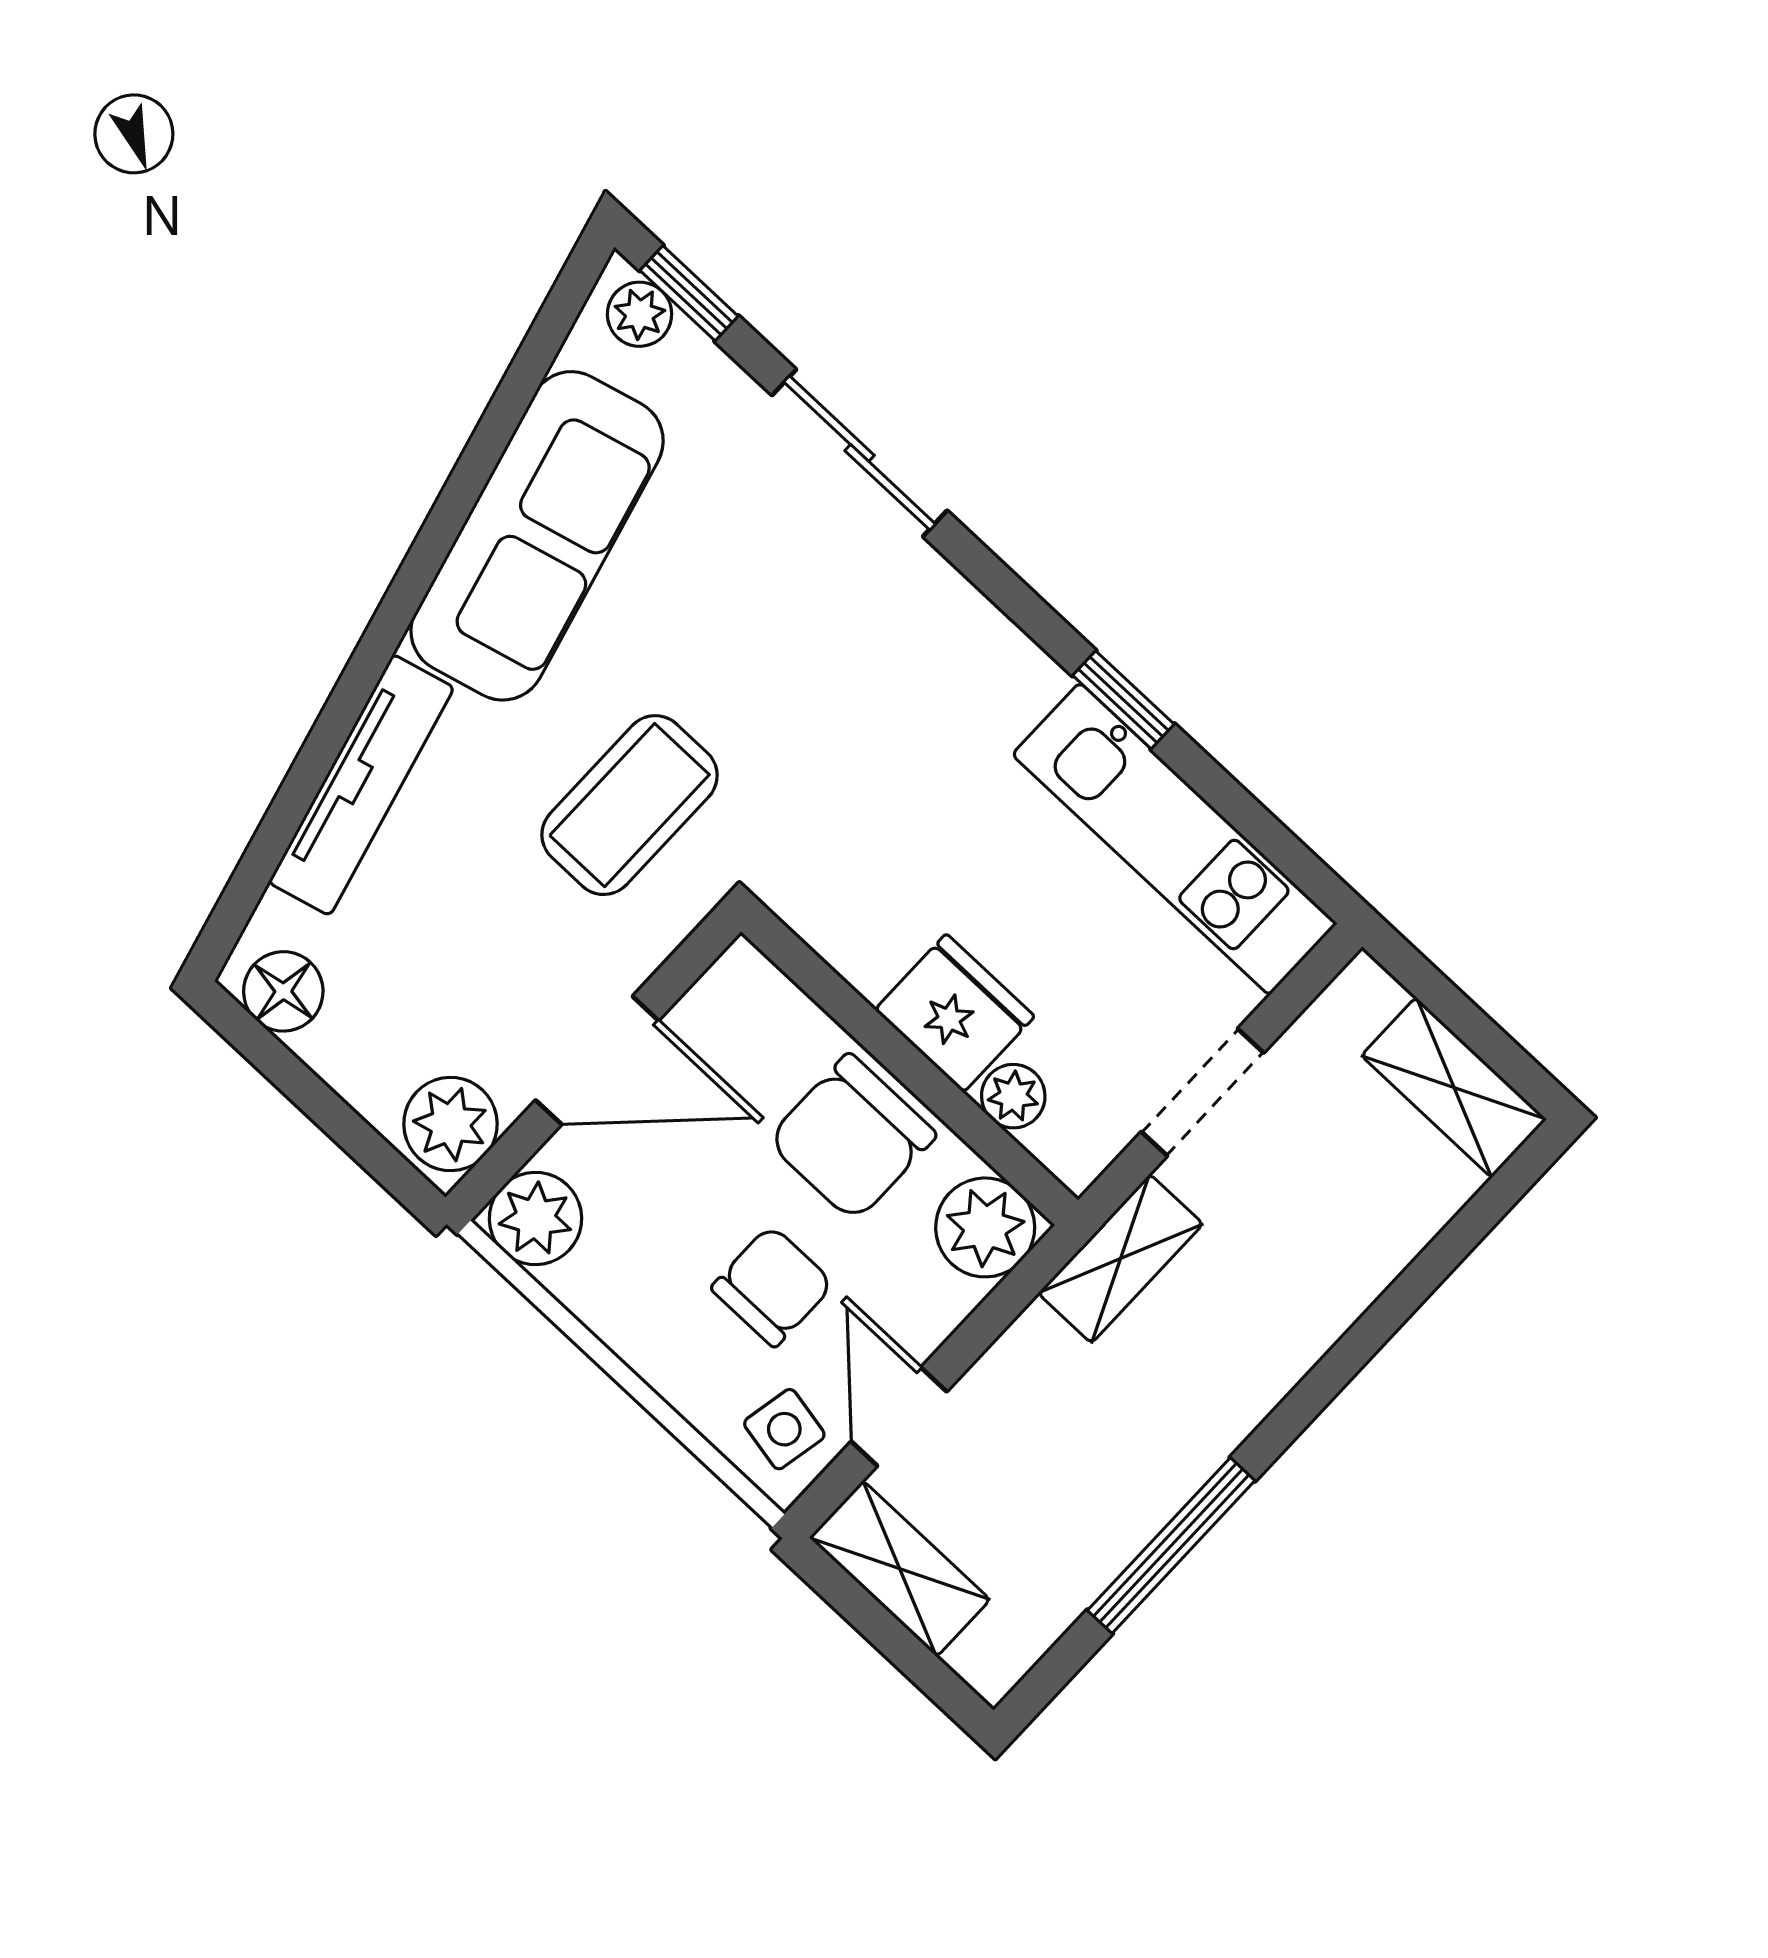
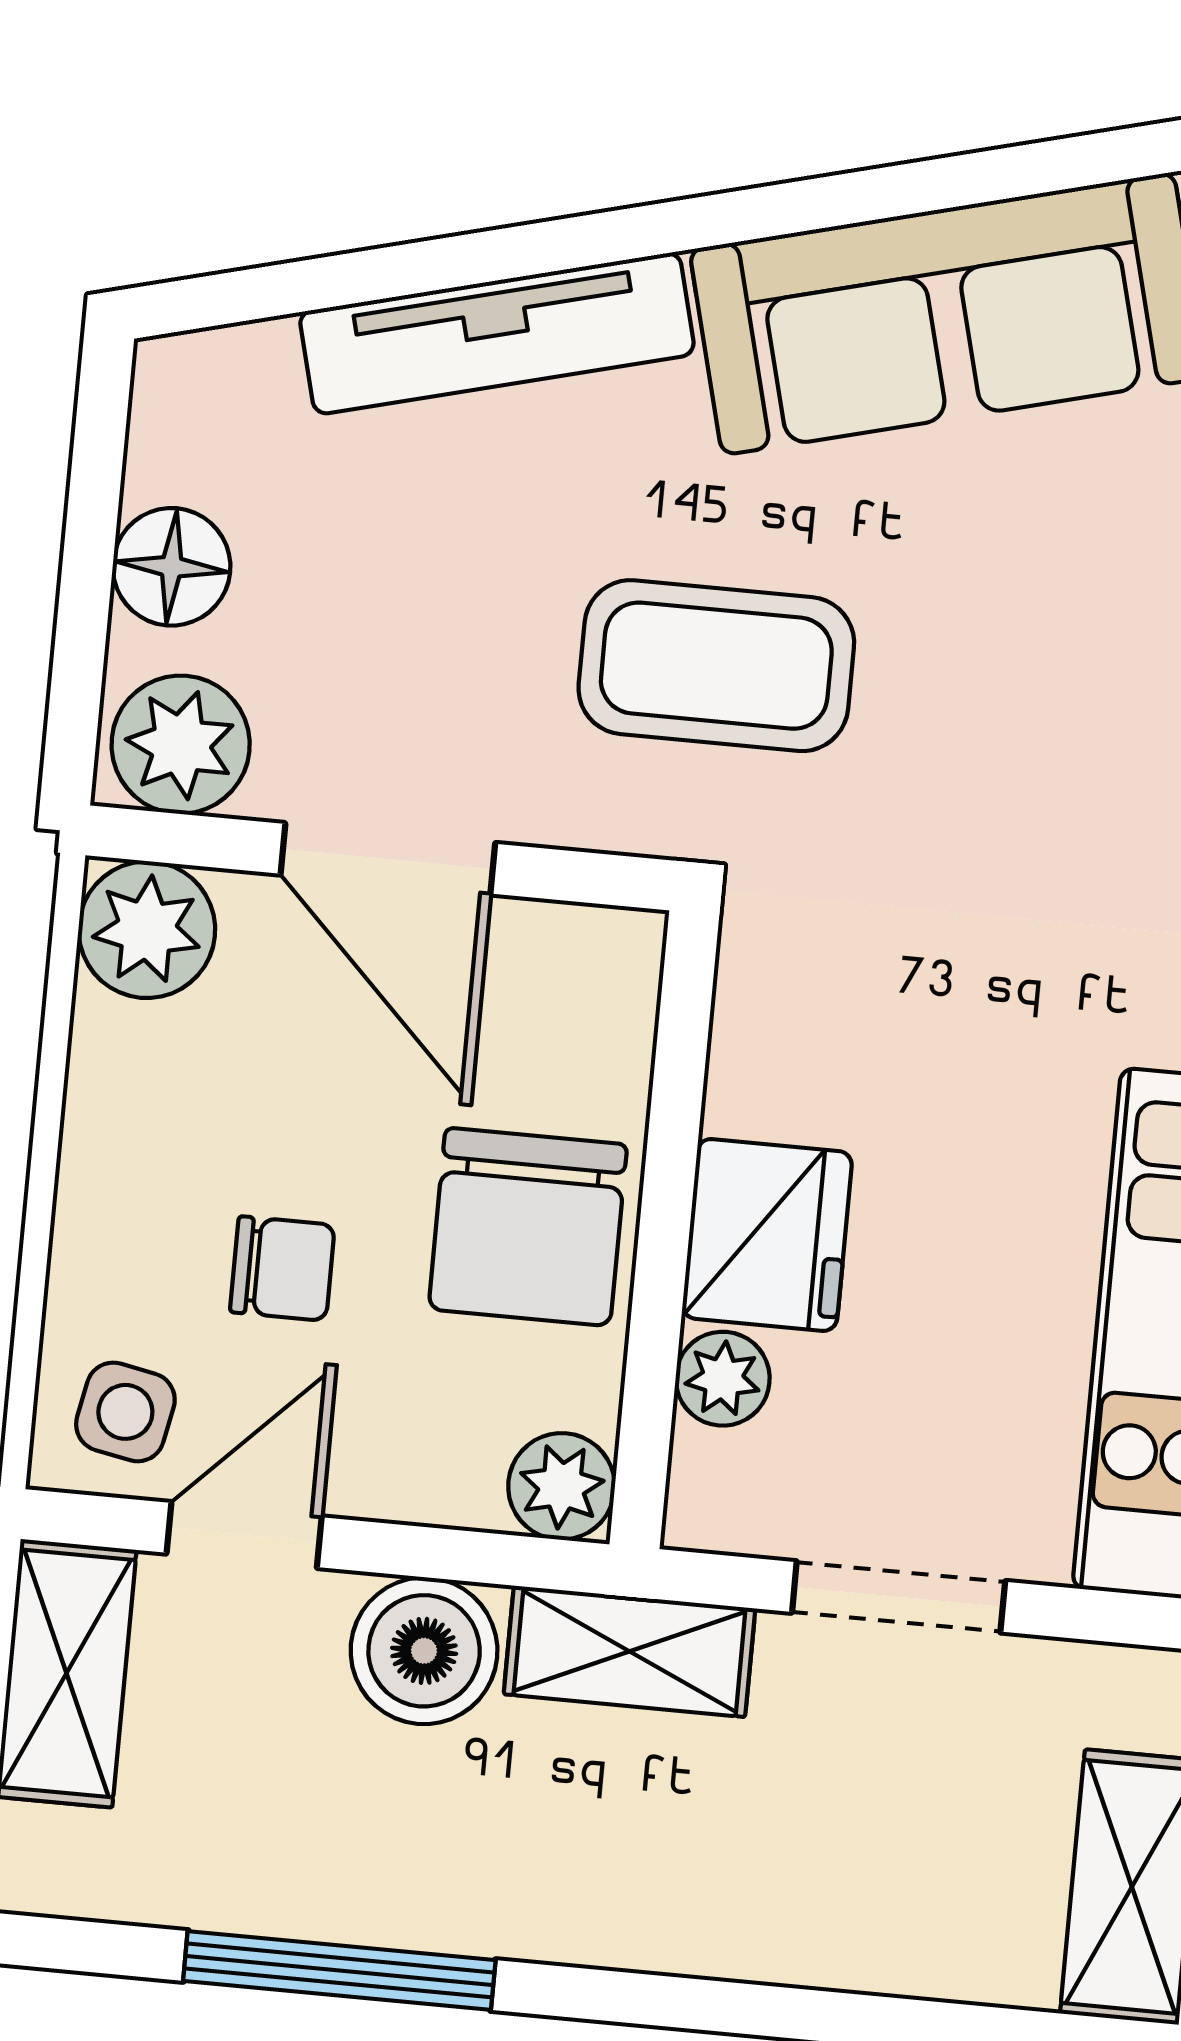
floor lamp: (283, 991) -> (172, 567), moved
chair: (852, 1138) -> (528, 1227), turned -90
plant: (985, 1227) -> (562, 1486), width x0.73, depth x0.73
chair: (772, 1286) -> (282, 1269), width x0.73, depth x0.73
boiler: (1035, 1368) -> (424, 1651), added

